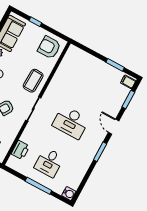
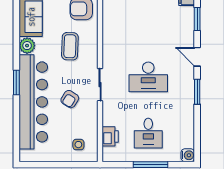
coffee table: (33, 81) -> (70, 46), moved

